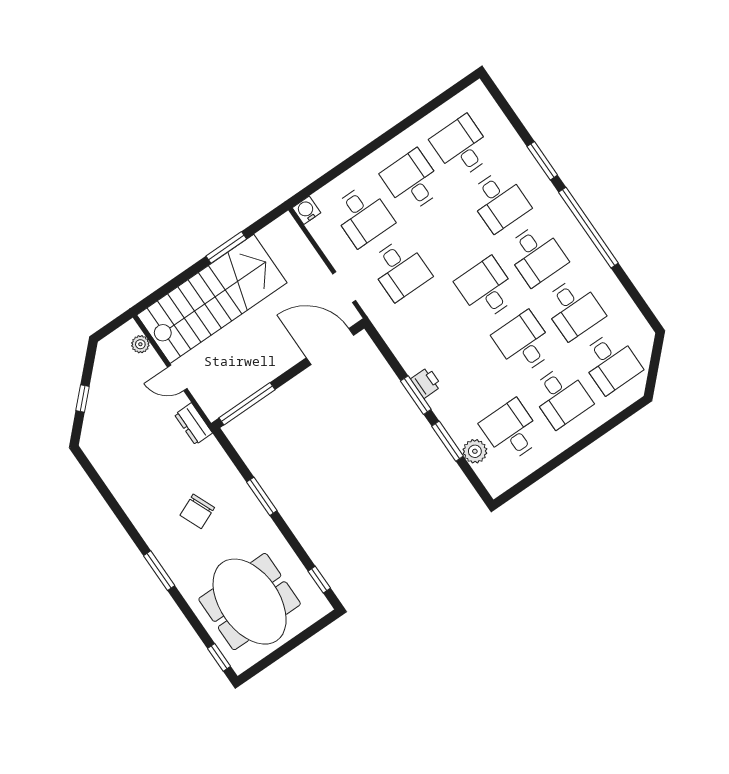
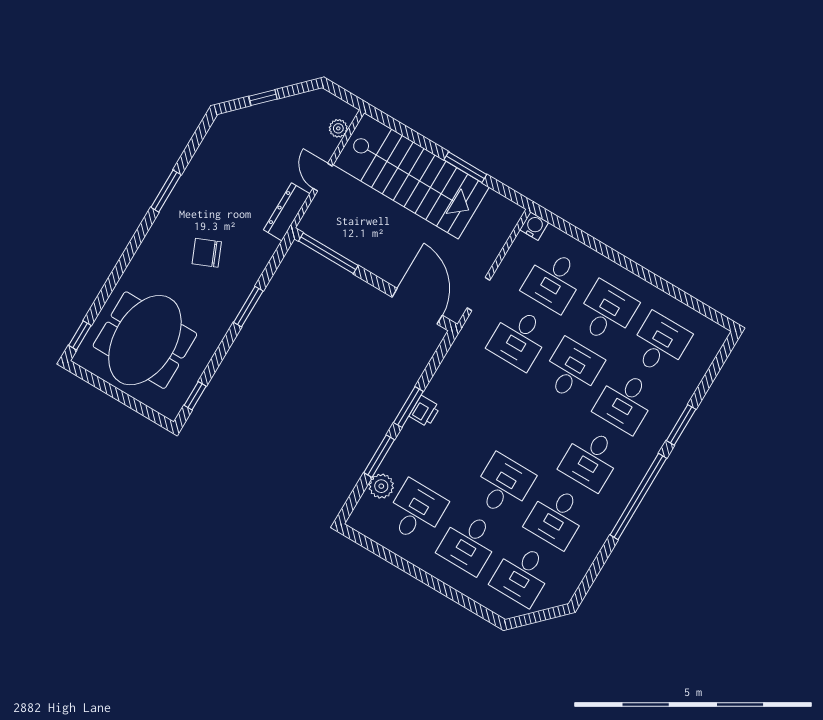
desk: (487, 289) -> (572, 370), moved
dresser: (193, 424) -> (287, 212), width x1.44
window: (159, 571) -> (166, 191), moved

